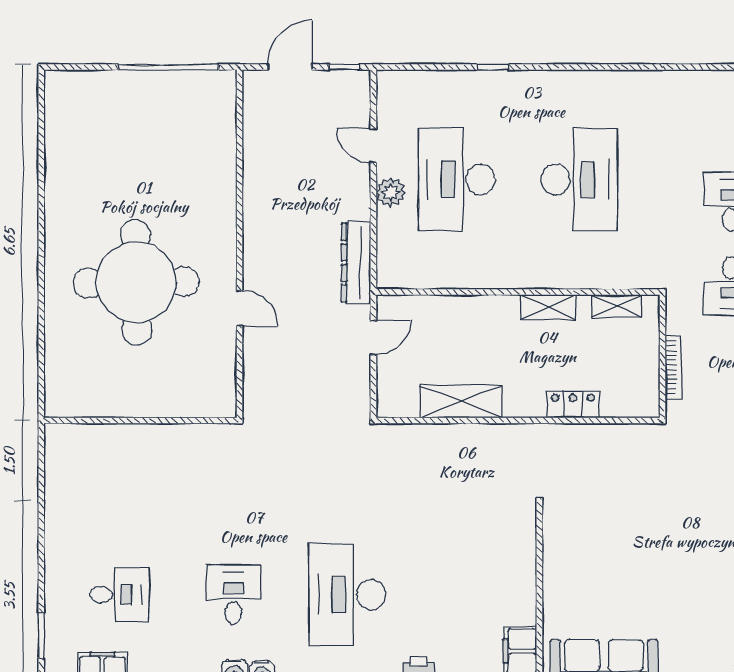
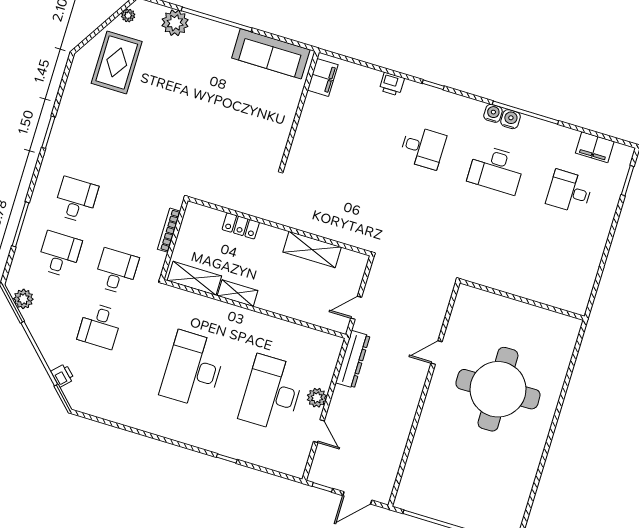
desk: (457, 180) -> (272, 393), turned 180
shelving: (616, 306) -> (194, 278), width x1.50, depth x1.33
door: (239, 308) -> (437, 353), hinge flipped
desk: (233, 595) -> (496, 170), width x1.37
desk: (347, 595) -> (423, 147), width x0.53, depth x0.77

